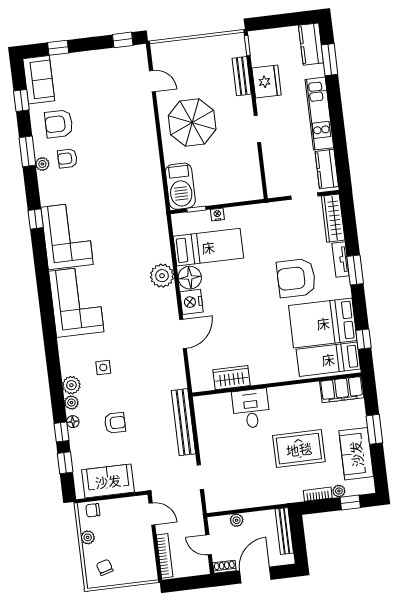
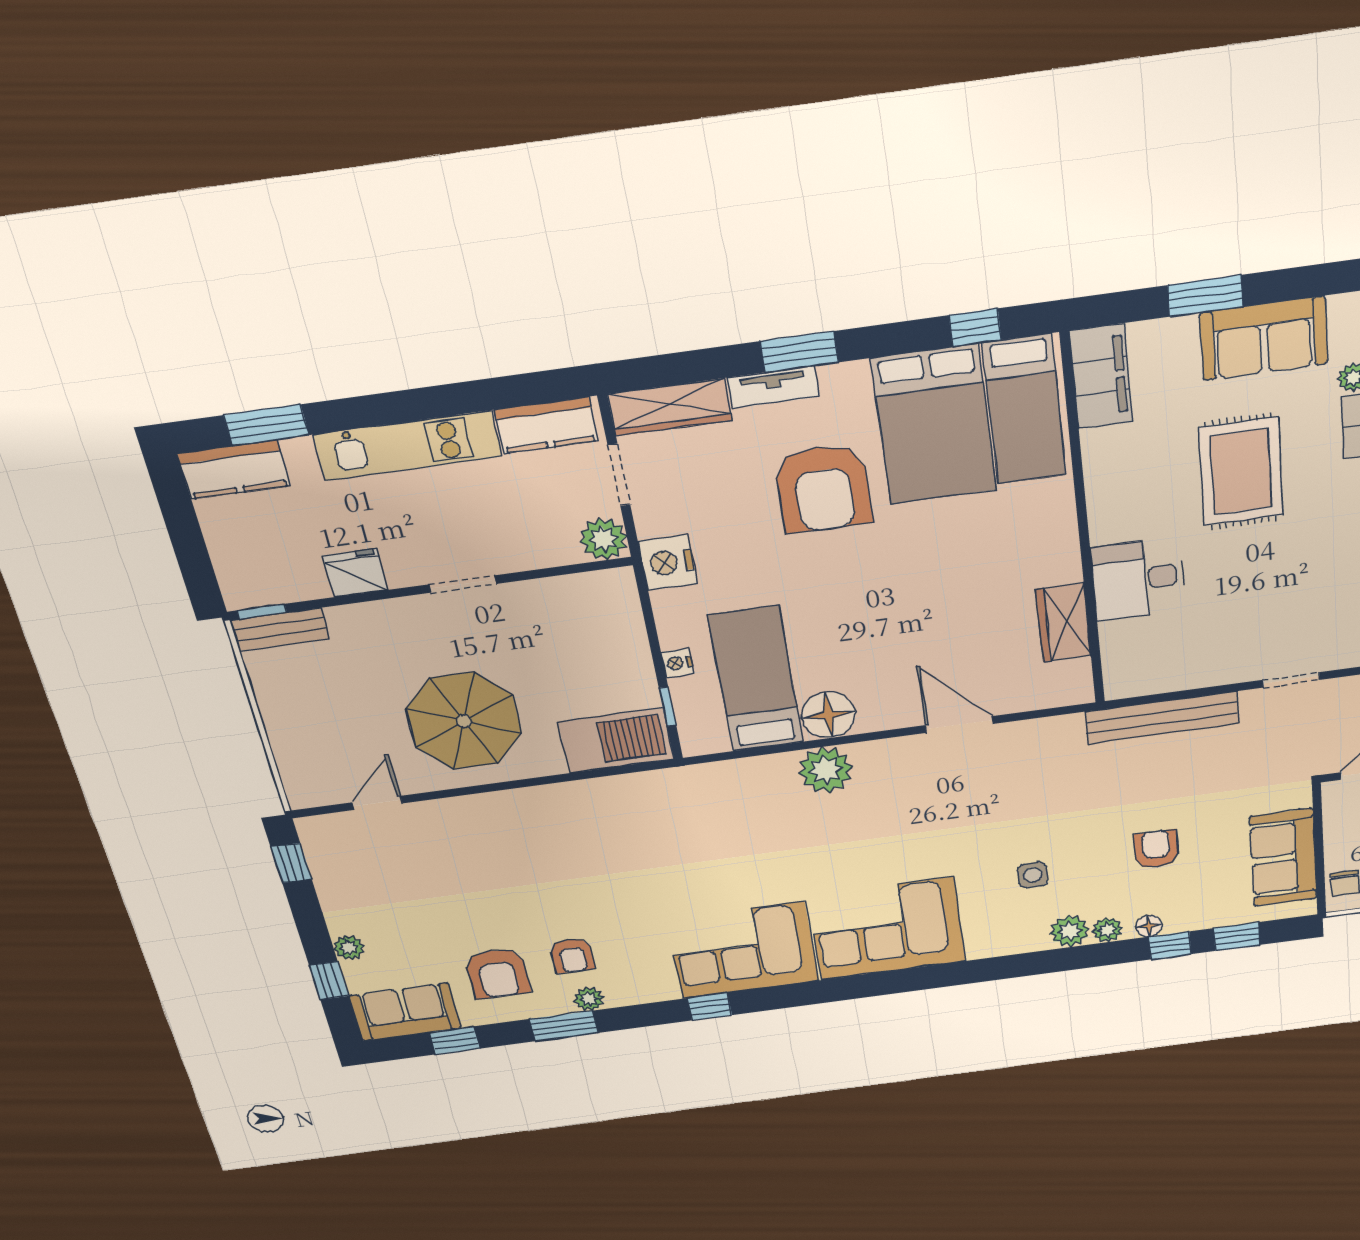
plant: (76, 59) -> (349, 948), added
bench: (242, 76) -> (280, 629), moved
fridge: (267, 82) -> (355, 573), width x0.73, depth x0.75
plant: (276, 188) -> (603, 539), added
nightstand: (192, 302) -> (668, 562), moved, turned 90

